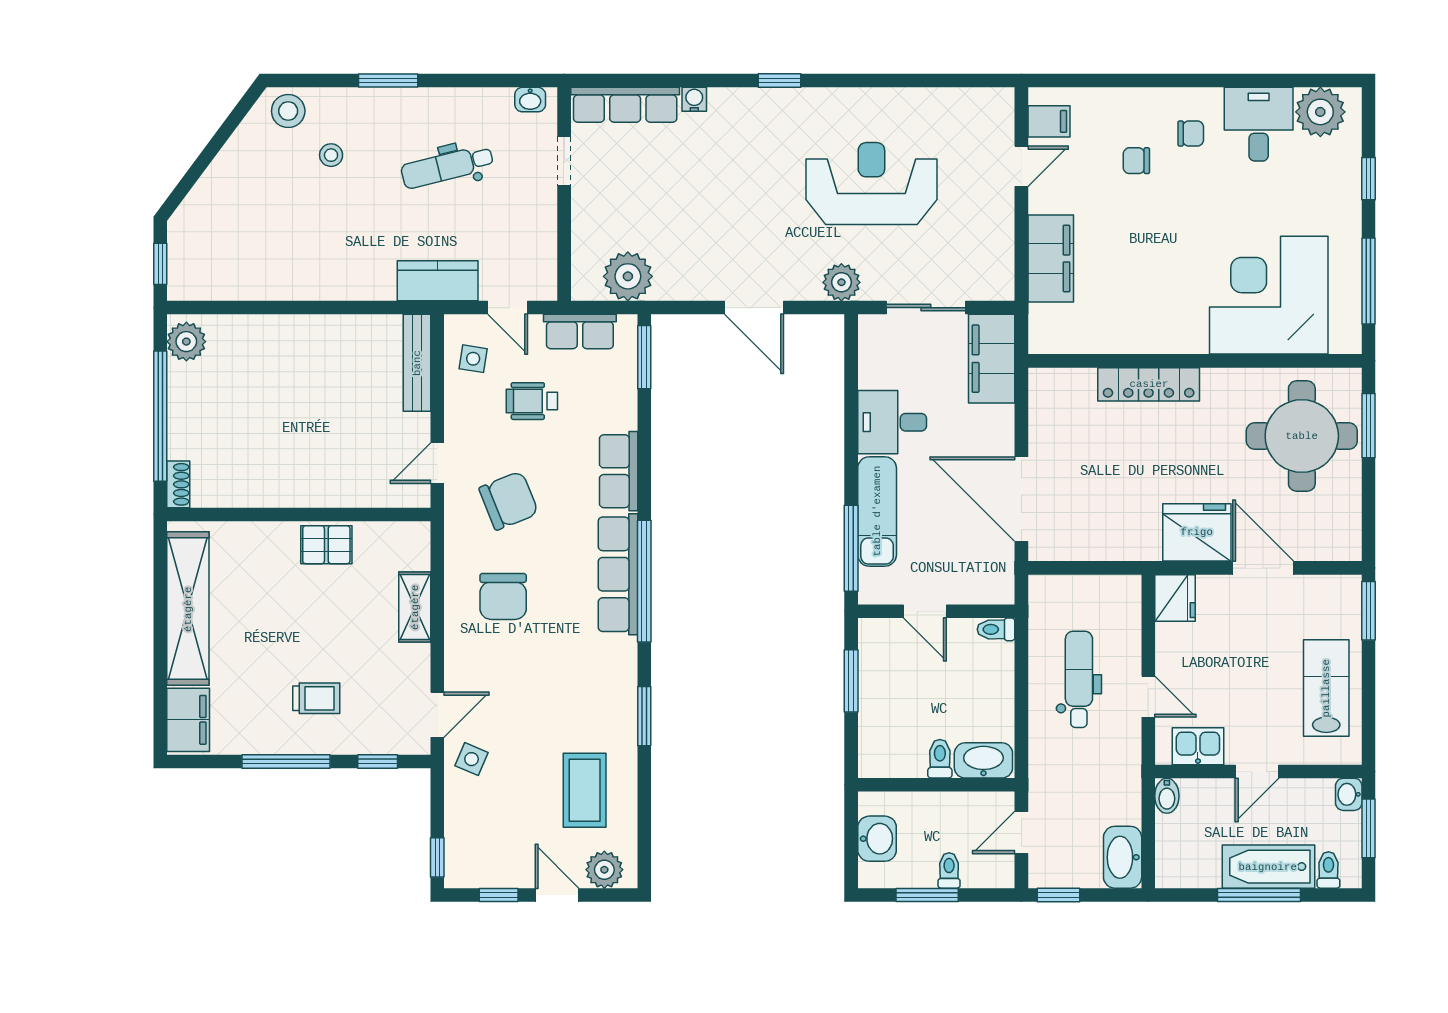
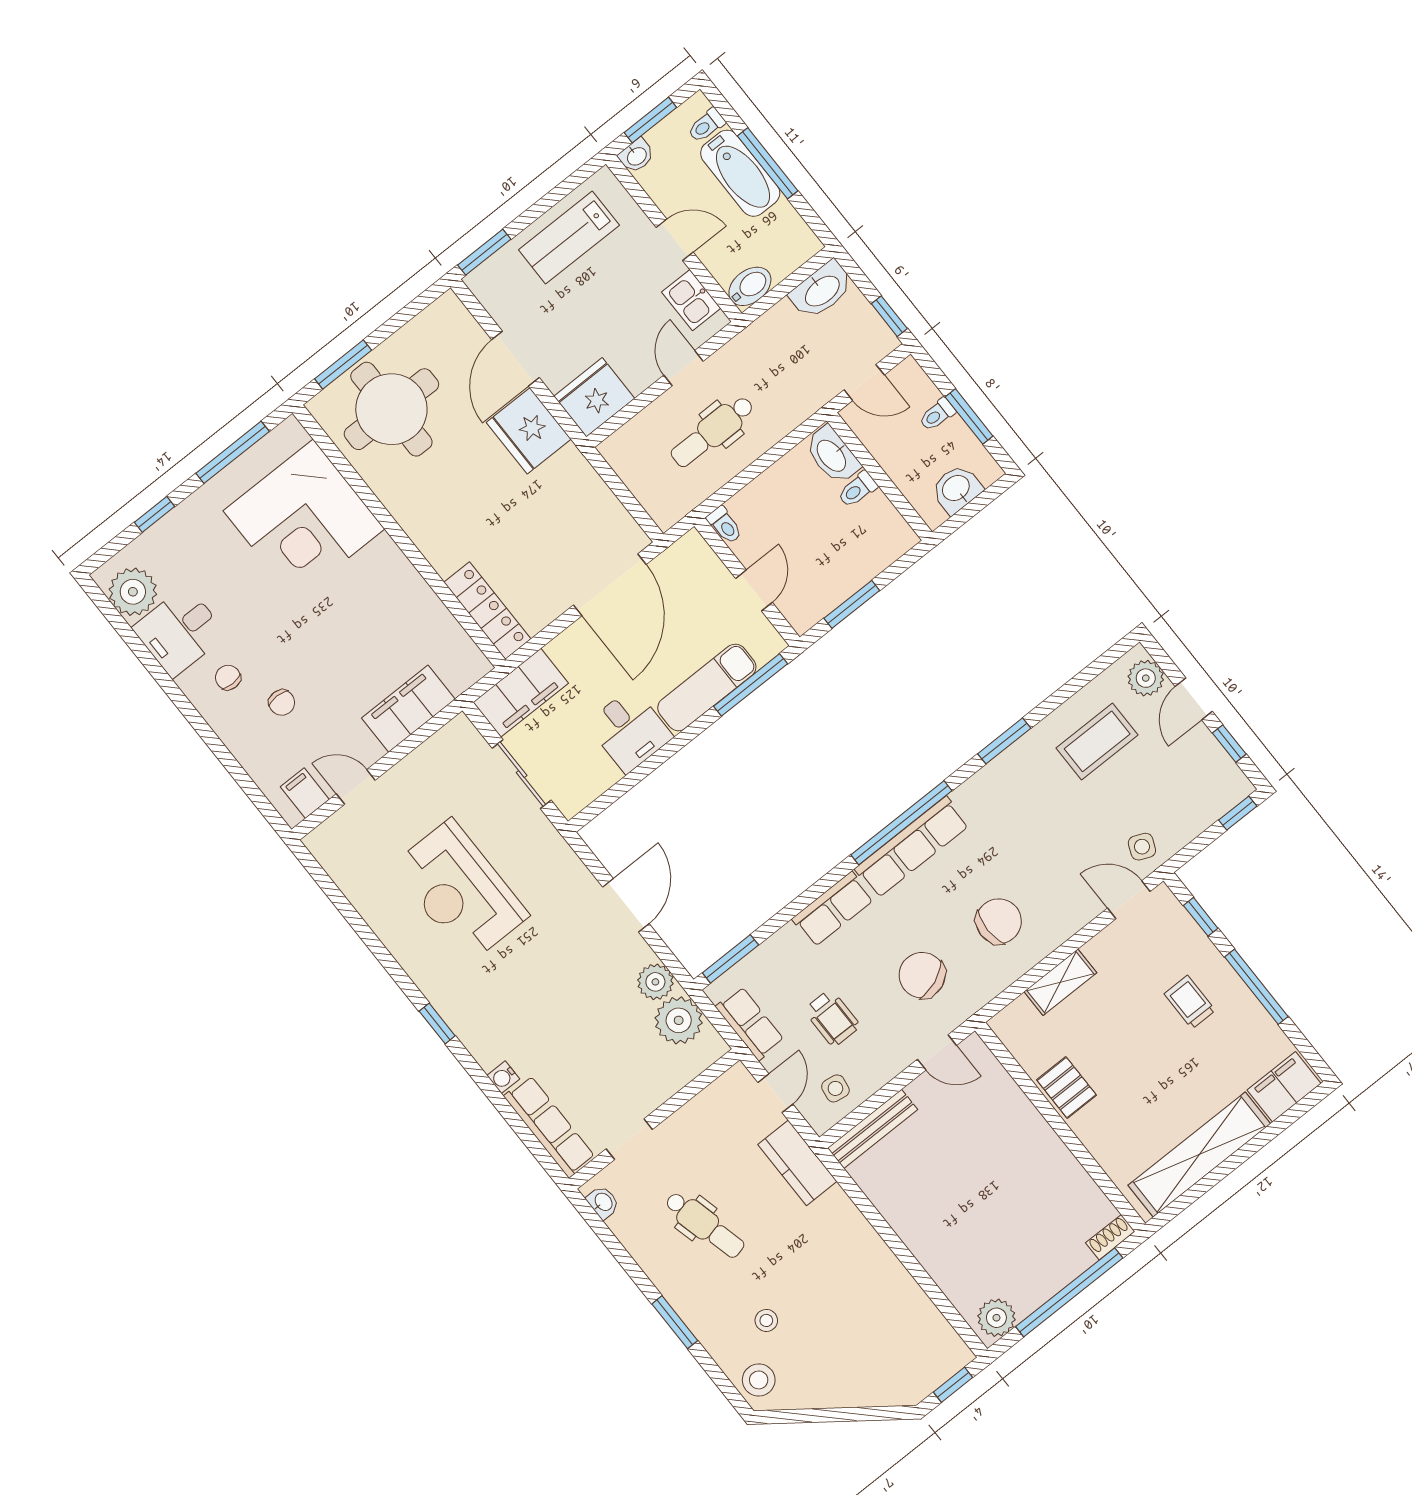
plant: (841, 282) -> (655, 982), moved
locker: (1149, 384) -> (487, 611), moved
fridge: (1175, 598) -> (594, 397), width x1.36, depth x1.34
bidet: (1167, 796) -> (750, 286), width x1.38, depth x1.36

